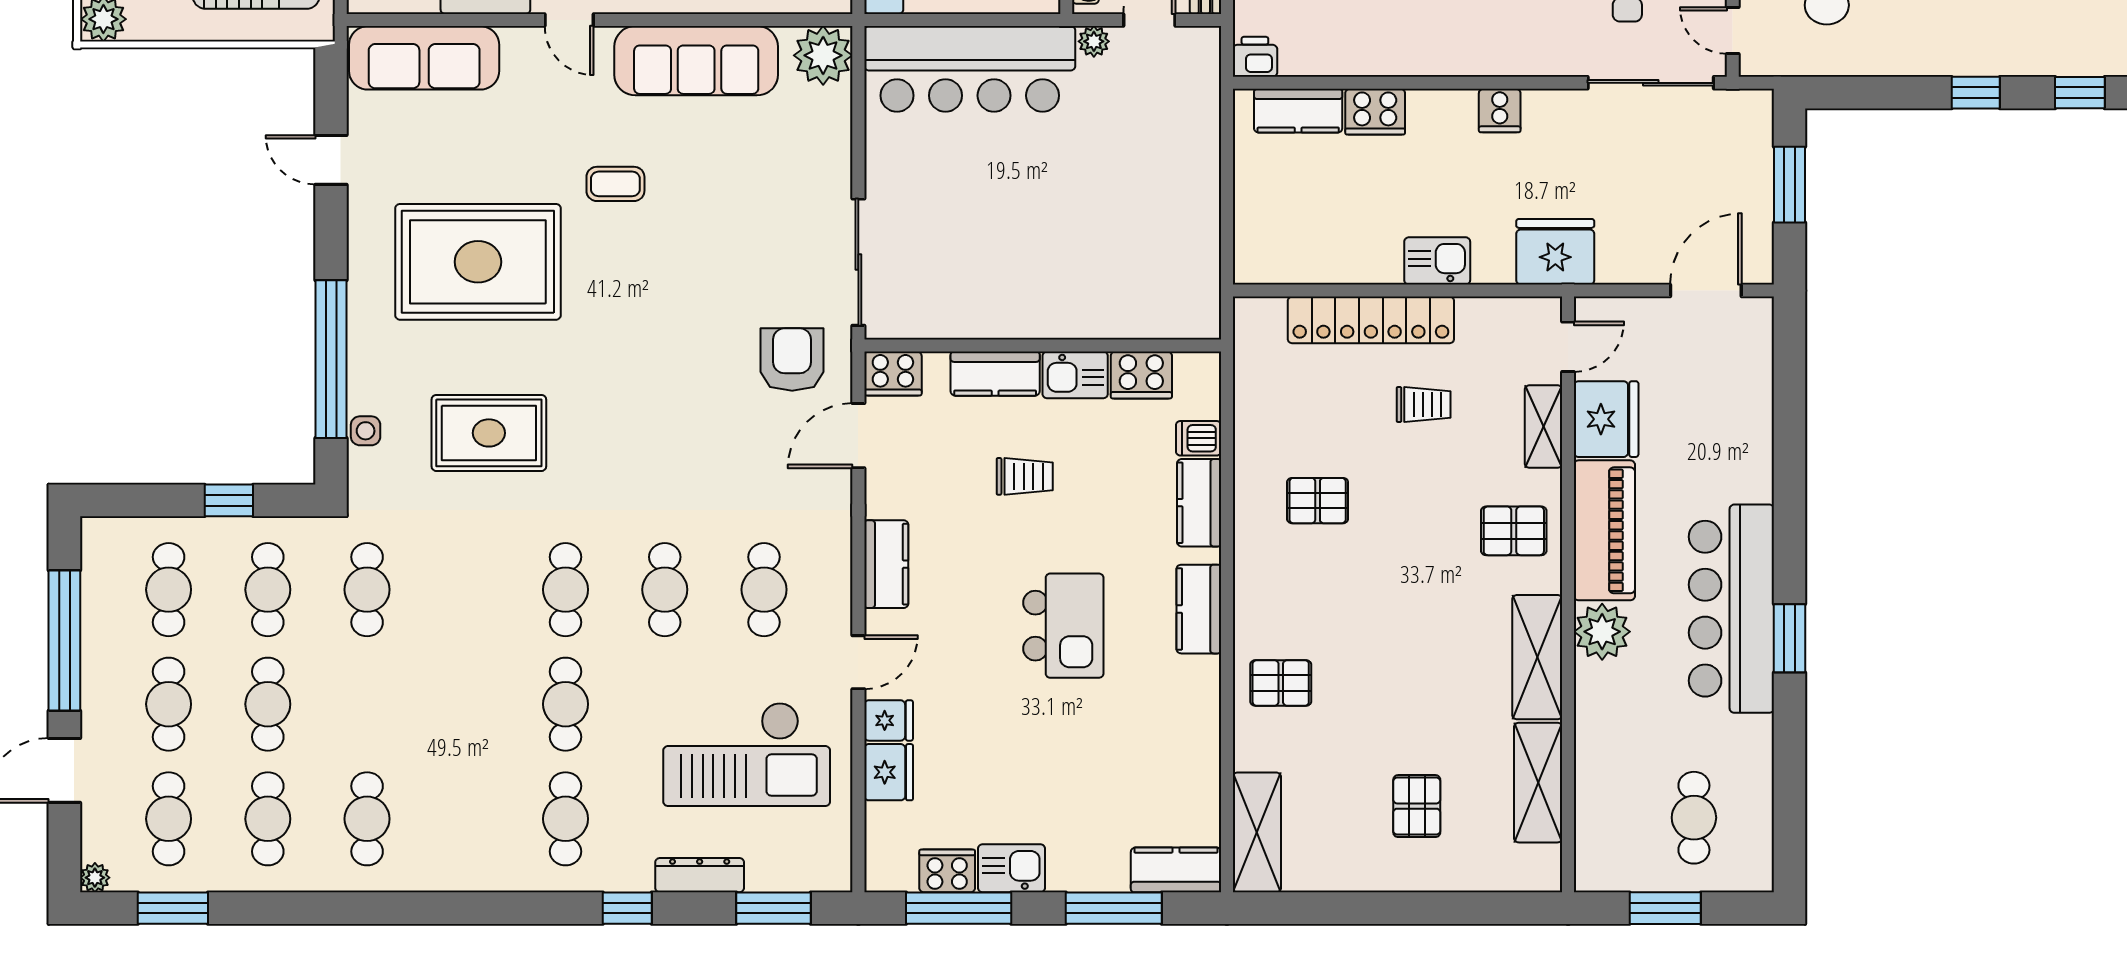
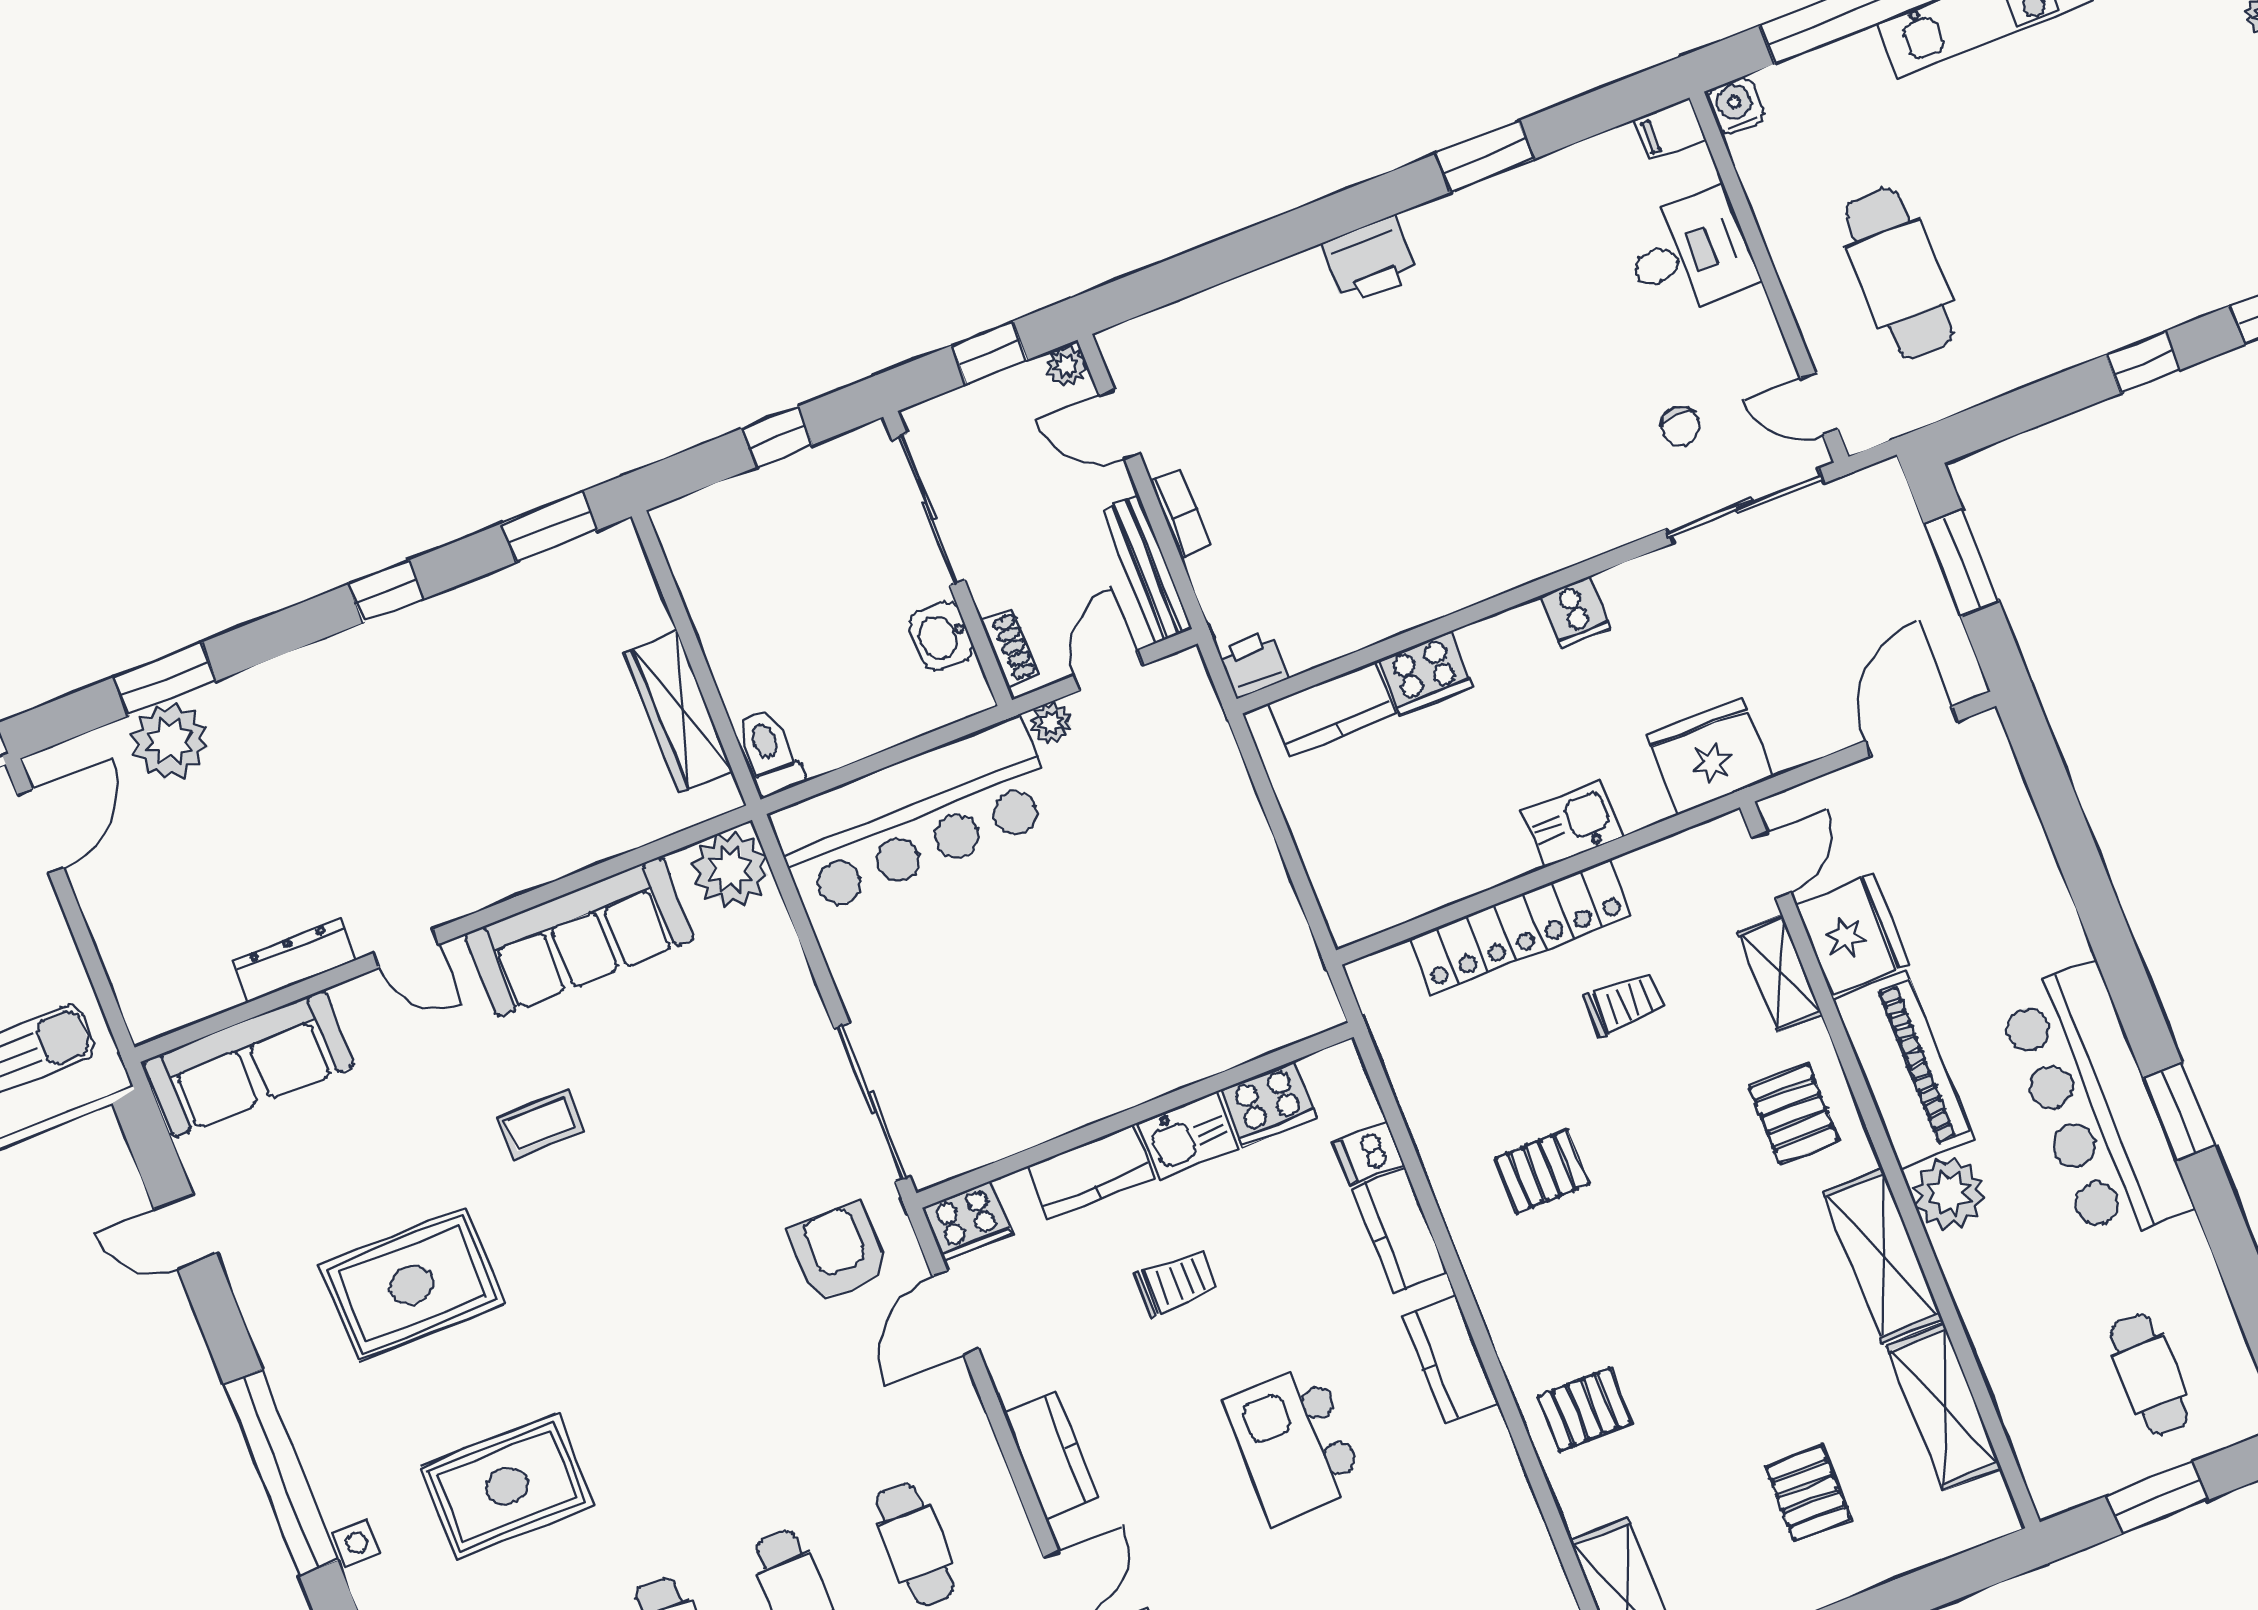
rug: (478, 262) -> (412, 1284), width x0.73, depth x0.69
pallet: (1514, 531) -> (1794, 1114), turned 90
kitchen island: (1063, 626) -> (1294, 1444), turned 180

